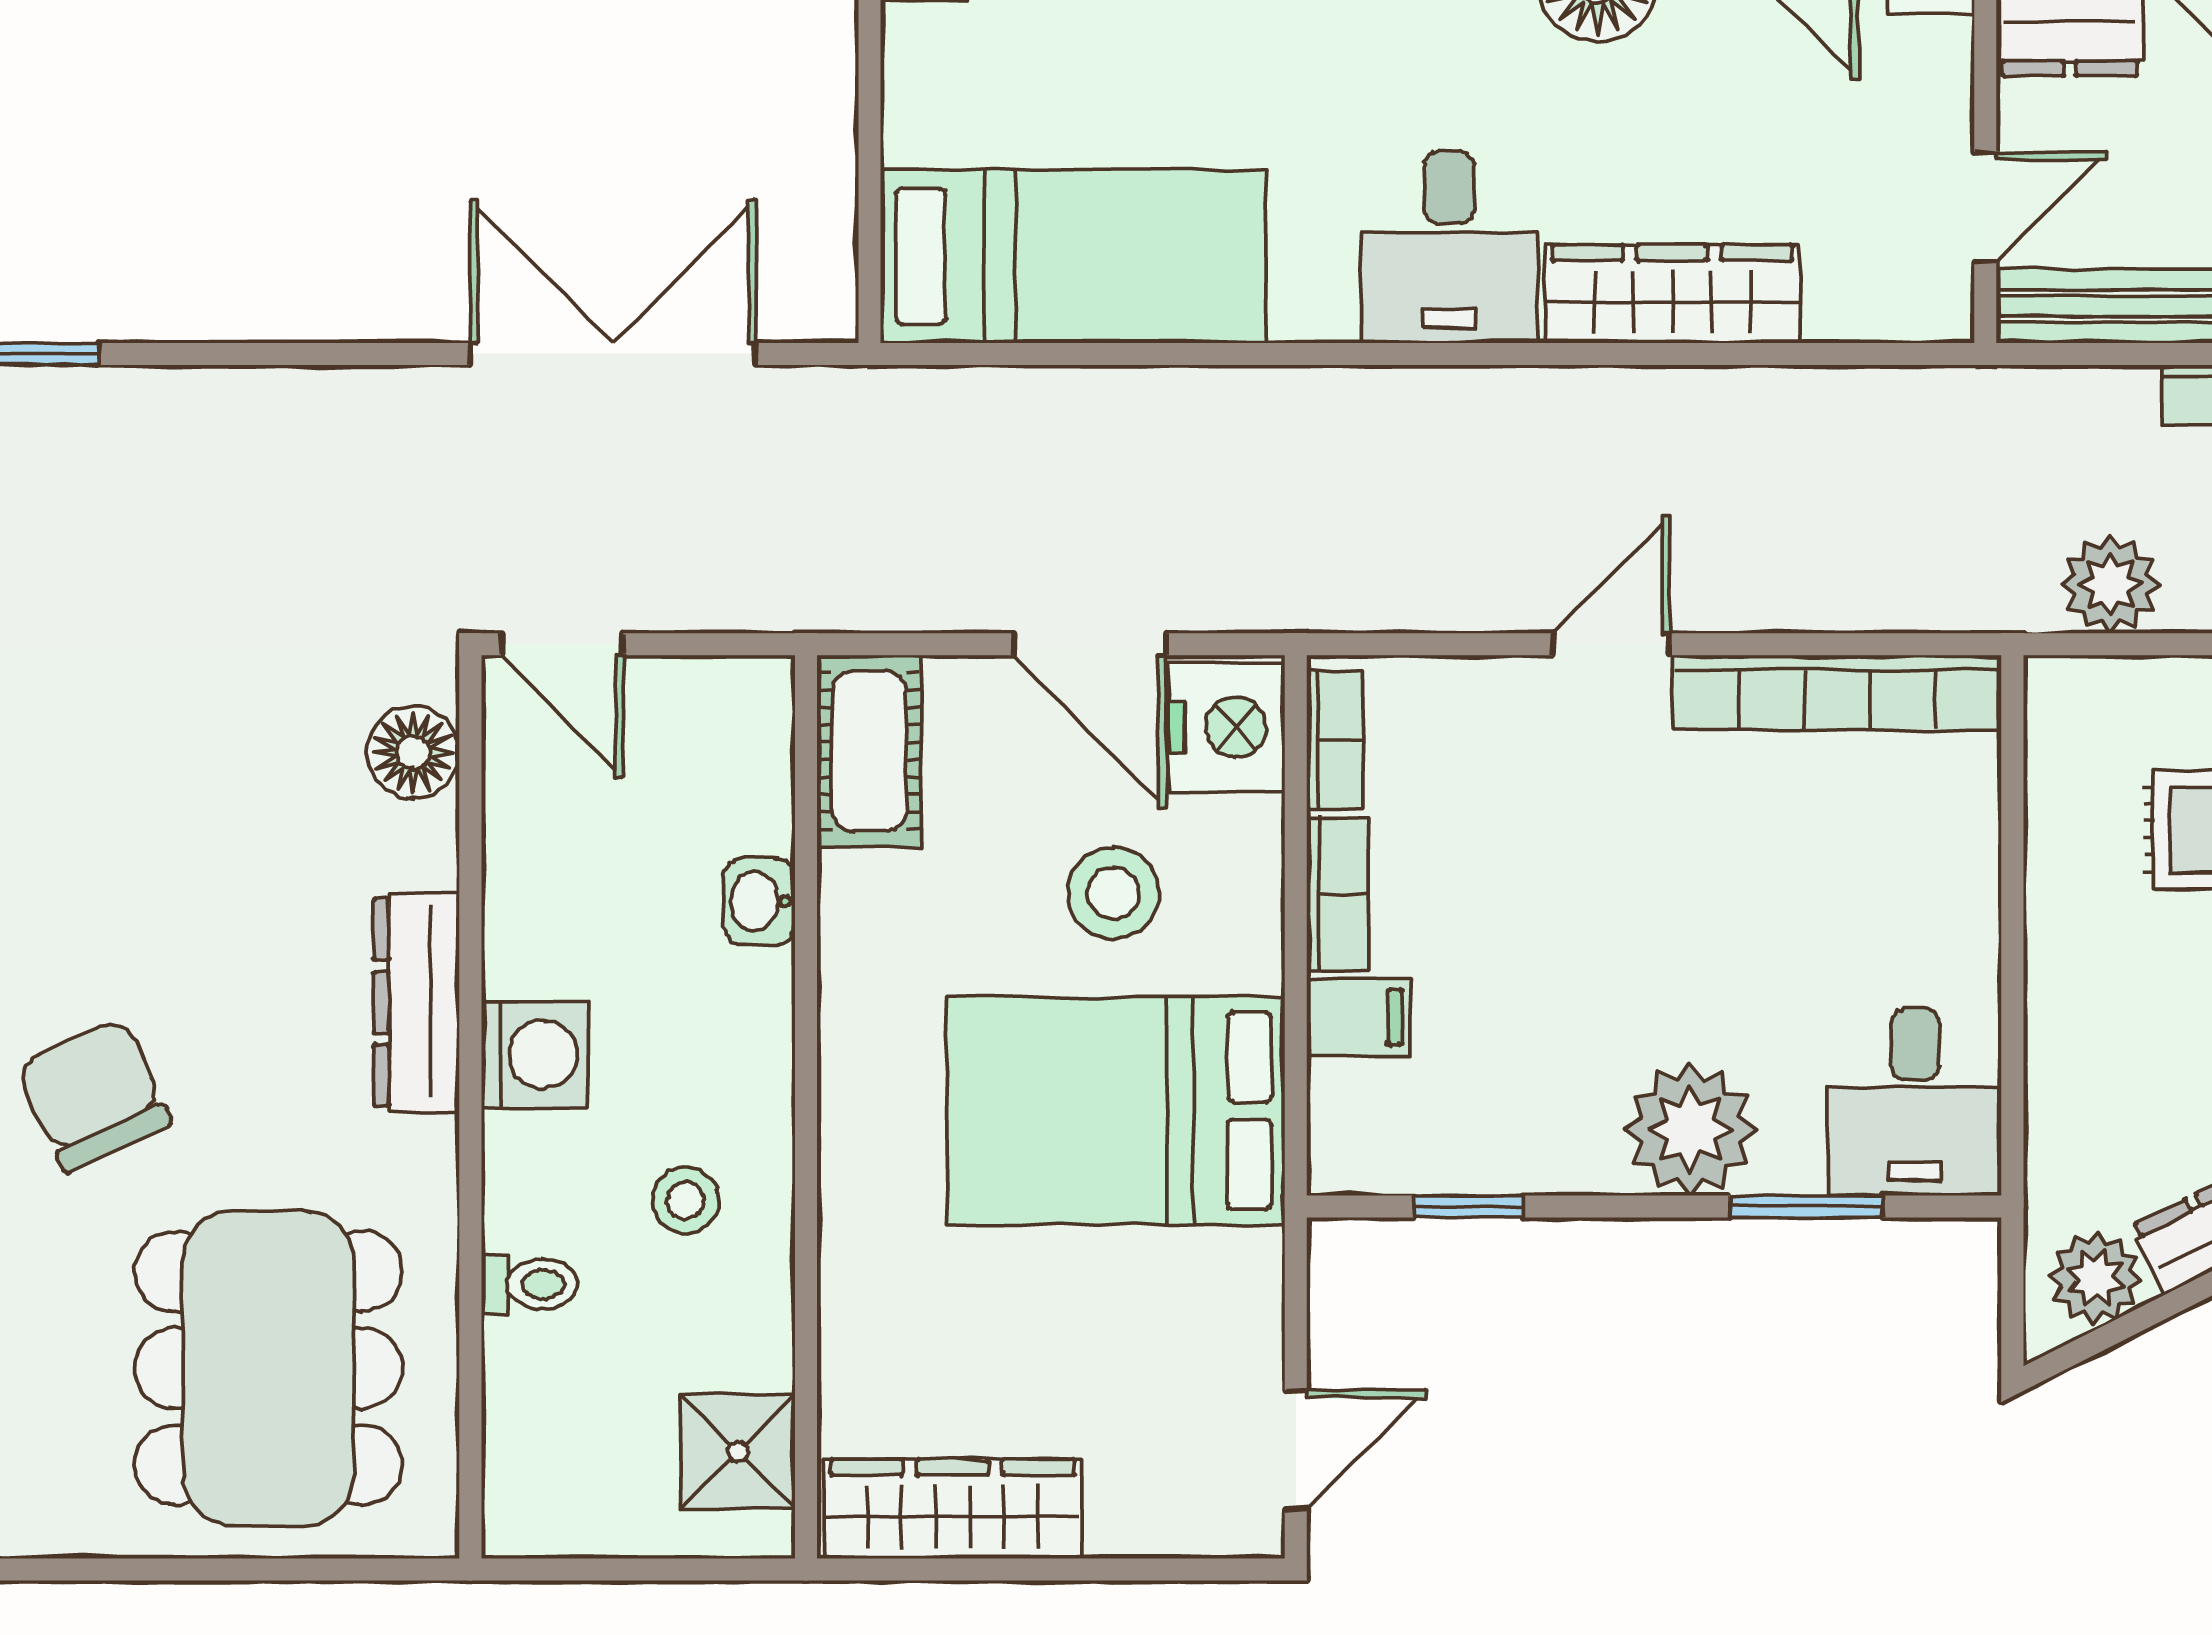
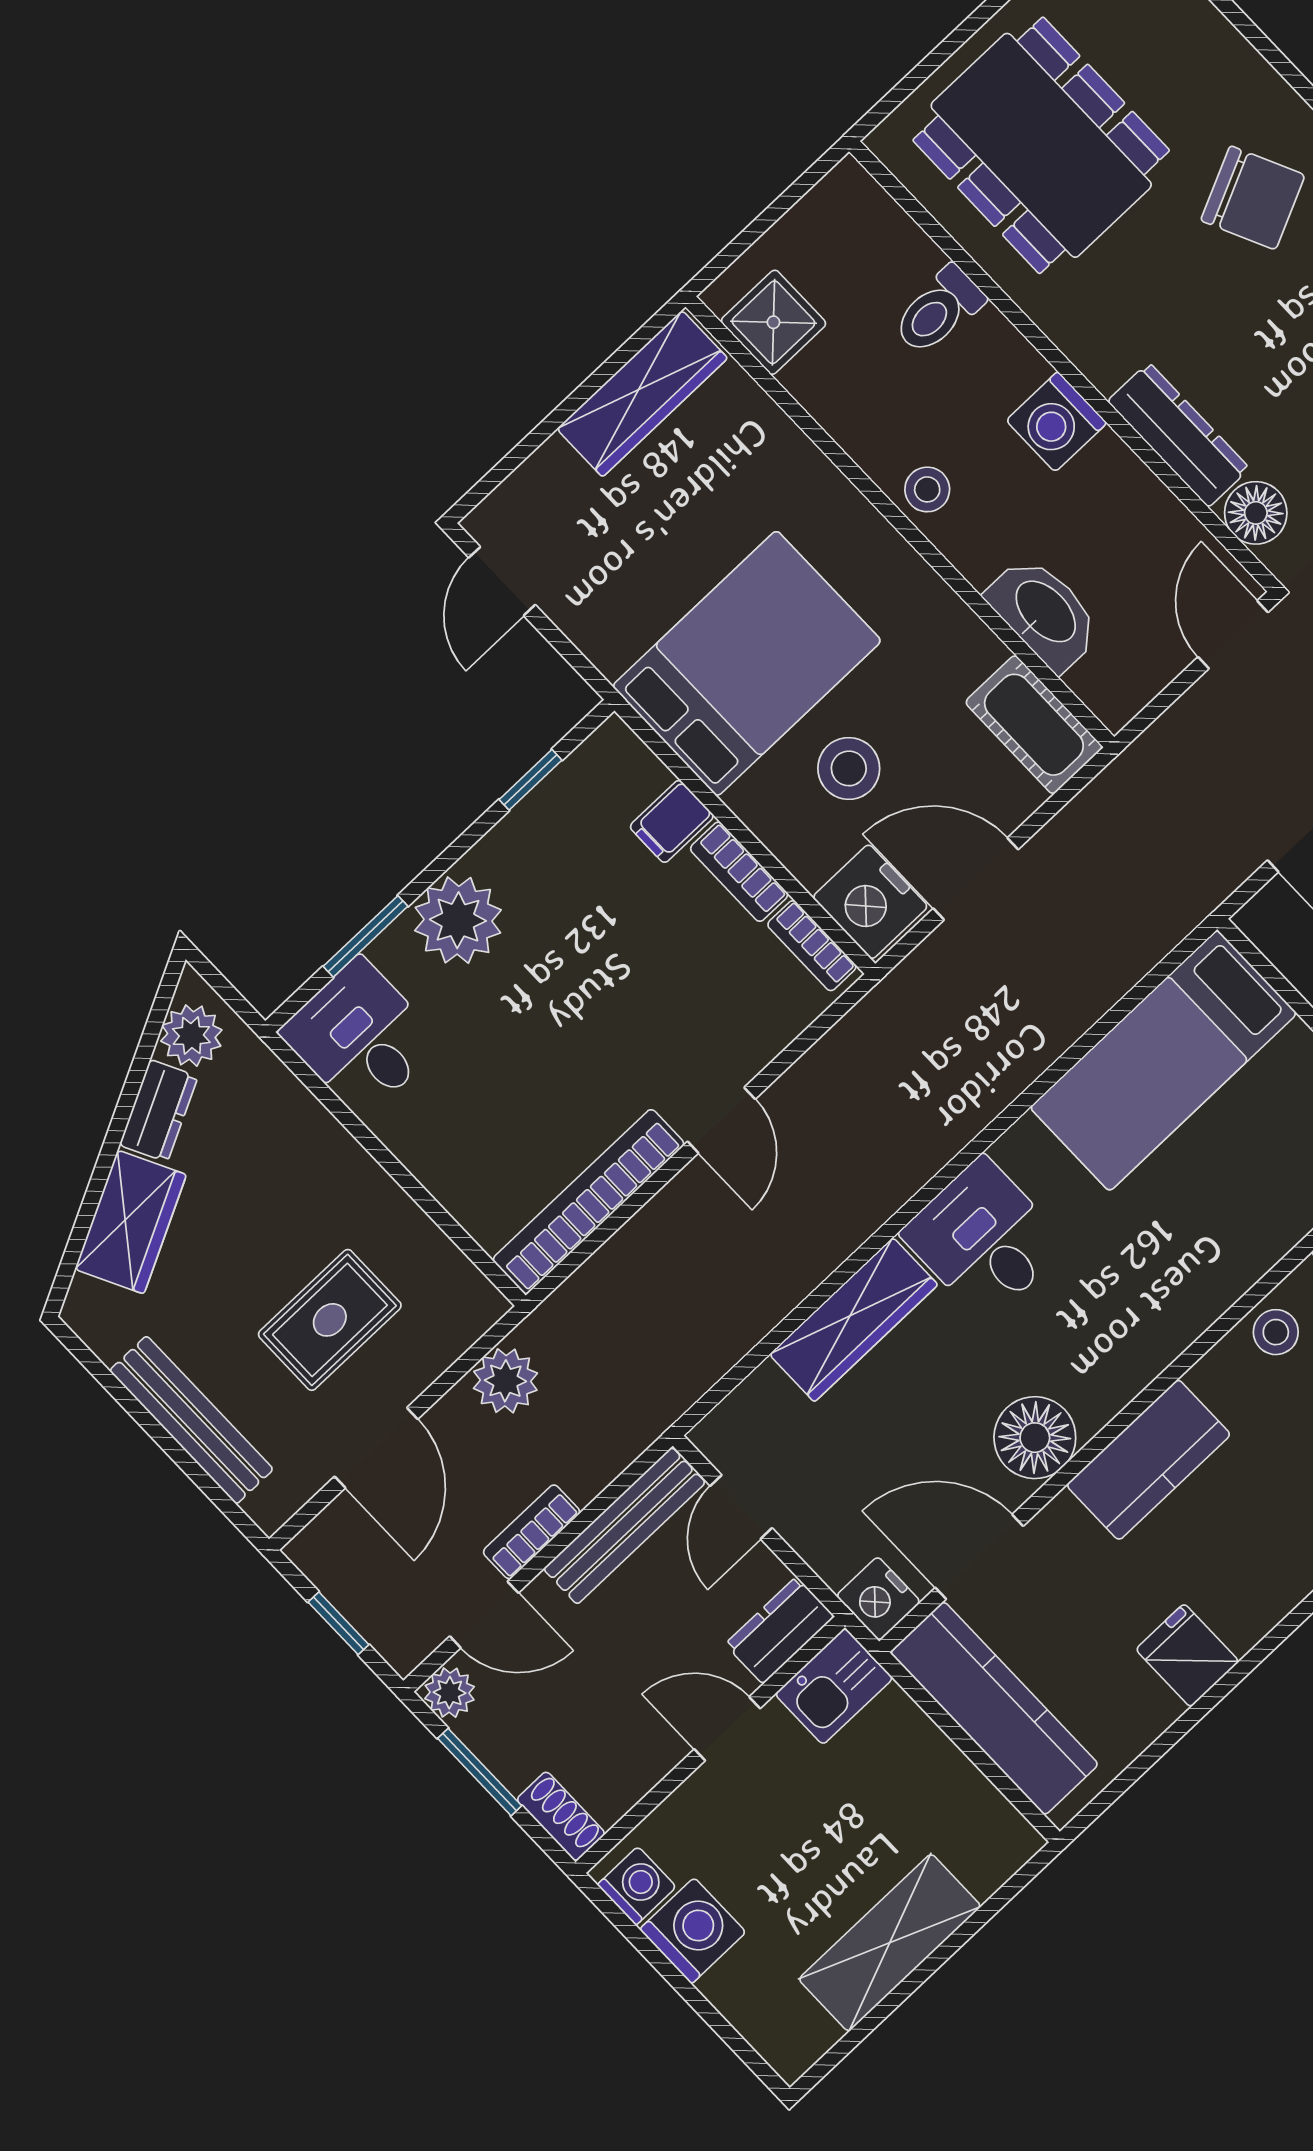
door: (562, 644) -> (1233, 635), hinge flipped
washbasin: (759, 901) -> (1044, 613), width x1.91, depth x1.45
dresser: (417, 1002) -> (1178, 435), moved
stool: (686, 1201) -> (927, 489), moved
toilet: (529, 1284) -> (939, 310), width x1.37, depth x1.39

